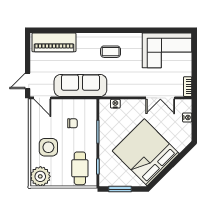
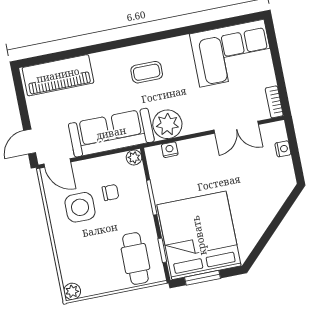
plant: (117, 87) -> (167, 124), added
plant: (92, 104) -> (134, 158), added
side table: (48, 147) -> (80, 207), moved
bed: (146, 152) -> (199, 235), moved, turned 45
plant: (40, 176) -> (72, 291), width x0.53, depth x0.53

